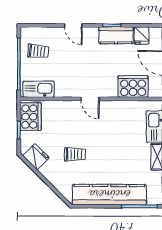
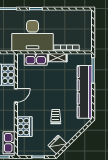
door: (90, 99) -> (16, 95), moved
cooker: (31, 117) -> (24, 127), moved, turned 90

